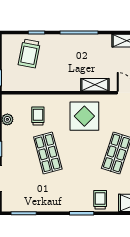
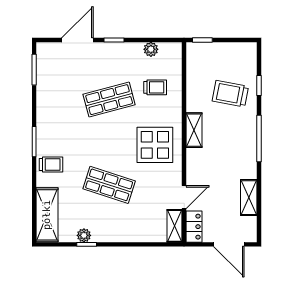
trolley: (29, 53) -> (230, 94), moved
shelving: (95, 85) -> (194, 130), moved

